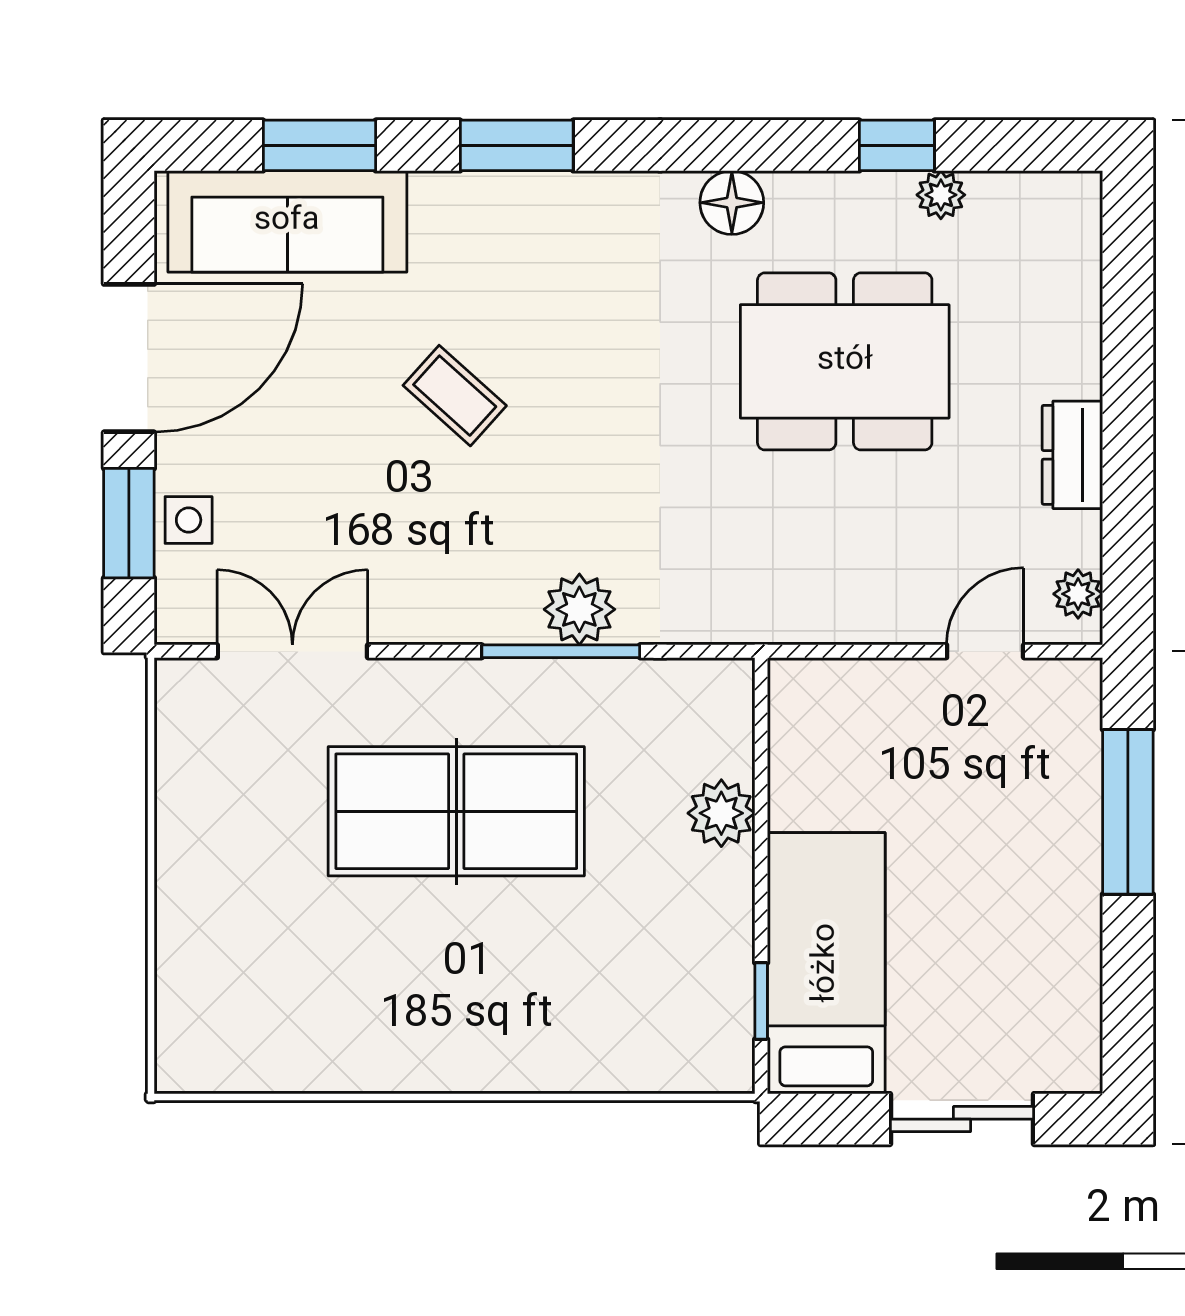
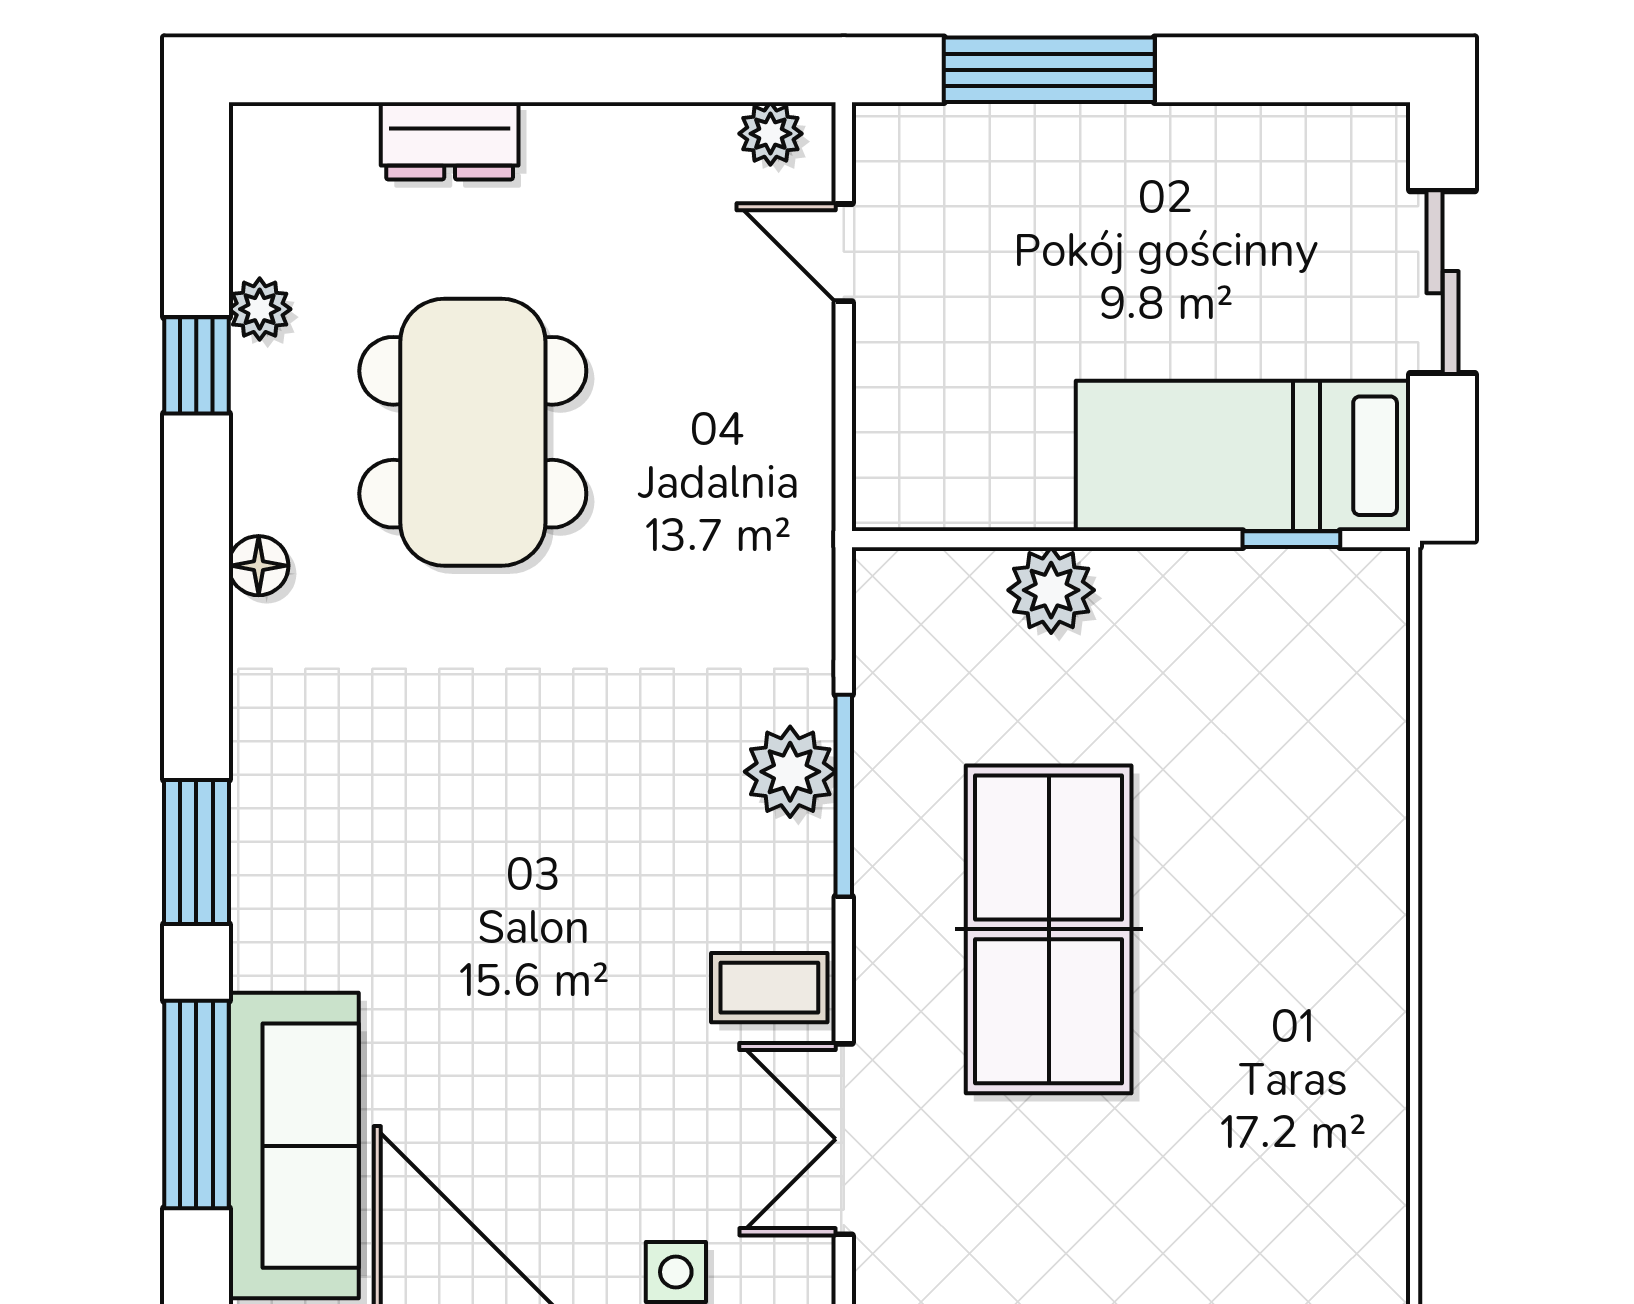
window: (319, 145) -> (196, 1105), width x1.44
floor lamp: (732, 203) -> (259, 566), width x0.73, depth x0.73
coffee table: (455, 396) -> (769, 988), moved, turned 48
dresser: (1072, 455) -> (450, 141), moved

